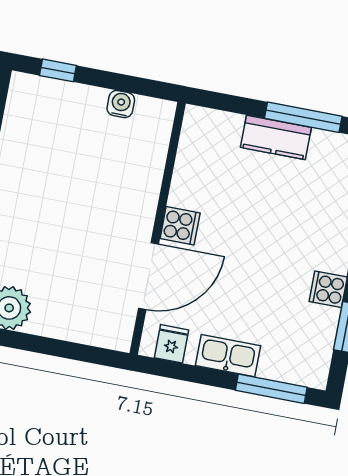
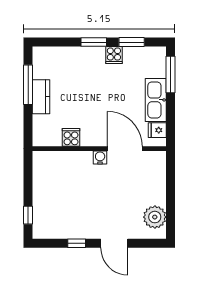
water cooler: (121, 104) -> (100, 157), moved, turned 90
cooker: (180, 226) -> (71, 137), moved
kitchen sink: (228, 356) -> (156, 100), width x1.36, depth x1.24

